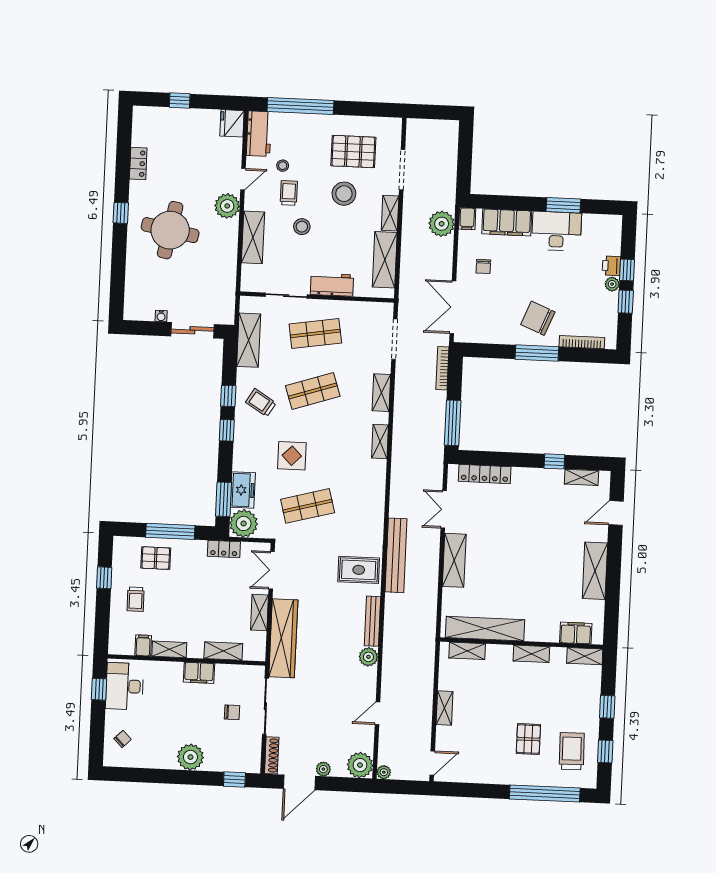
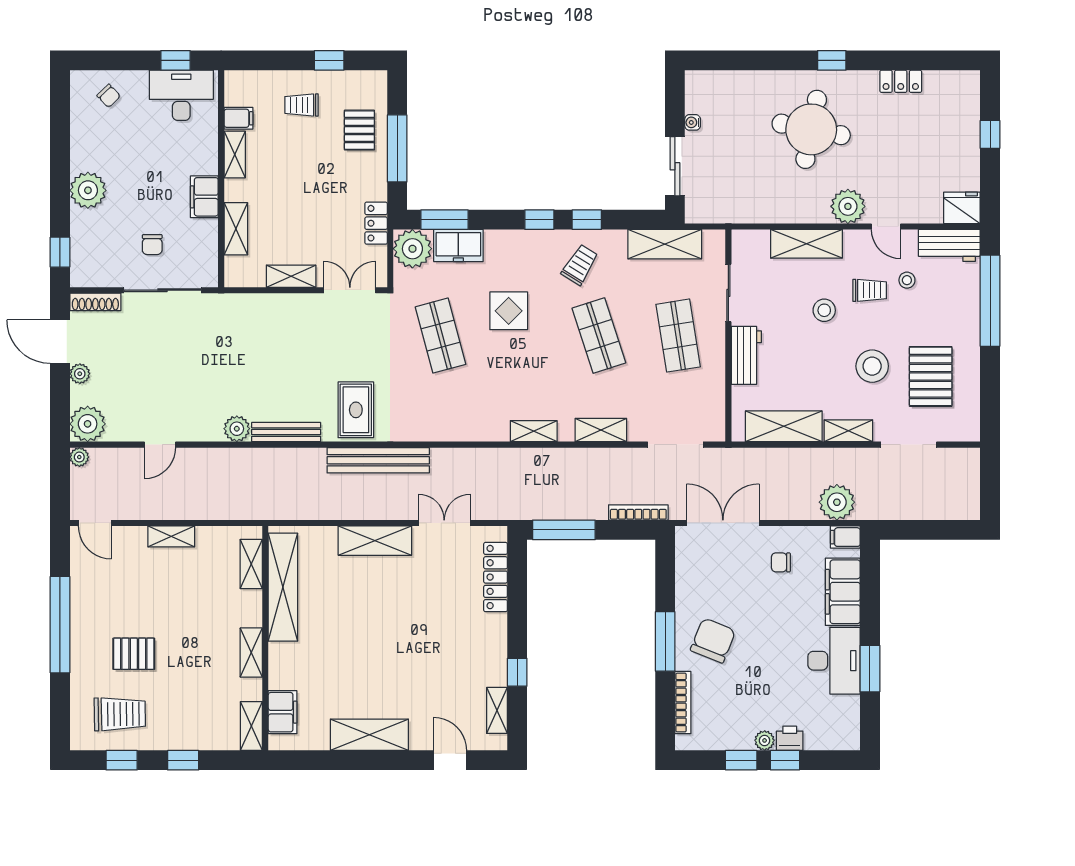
wardrobe: (283, 638) -> (257, 311), removed
door: (377, 713) -> (160, 445), swing flipped
window: (545, 794) -> (60, 625), moved

